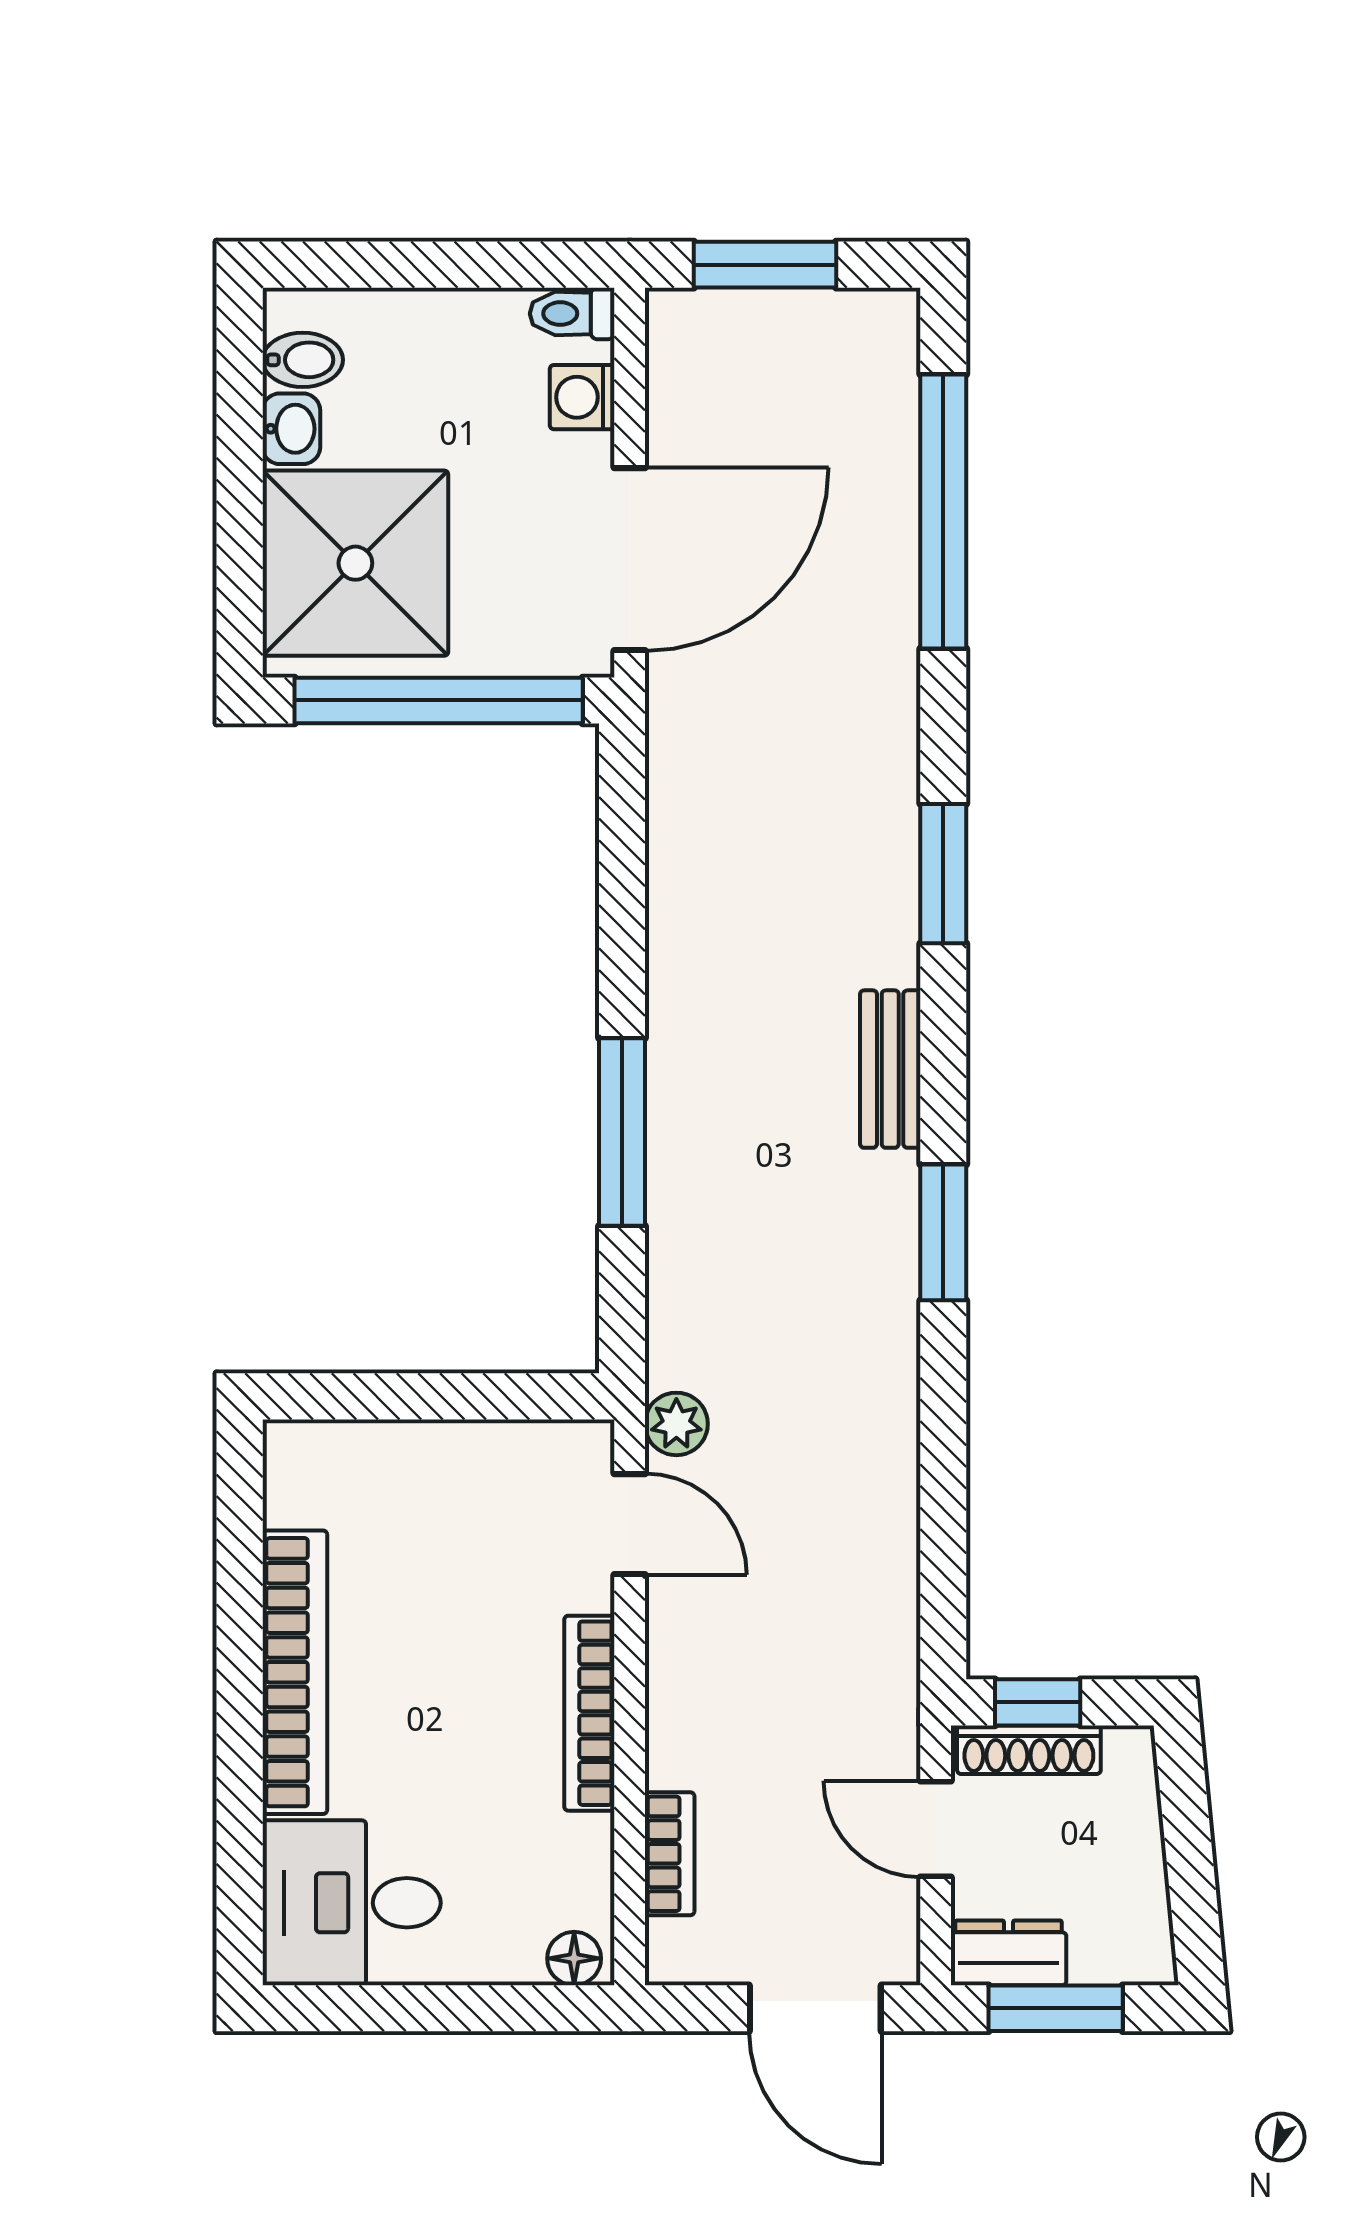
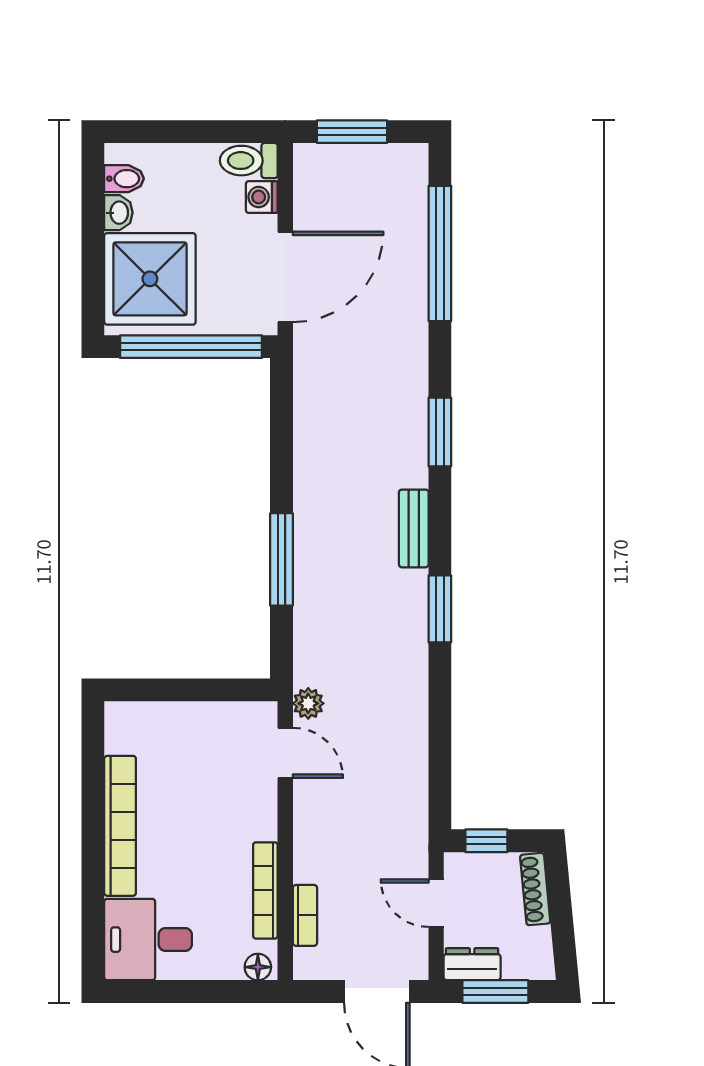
toilet: (572, 314) -> (249, 161), width x1.37, depth x1.39
bookcase: (589, 1713) -> (265, 890), moved
shoe rack: (1029, 1750) -> (535, 889), moved, turned 85

